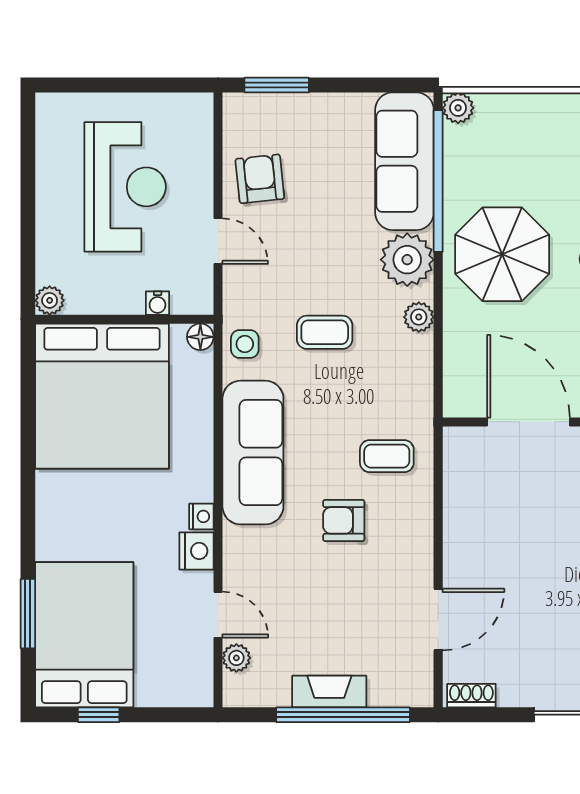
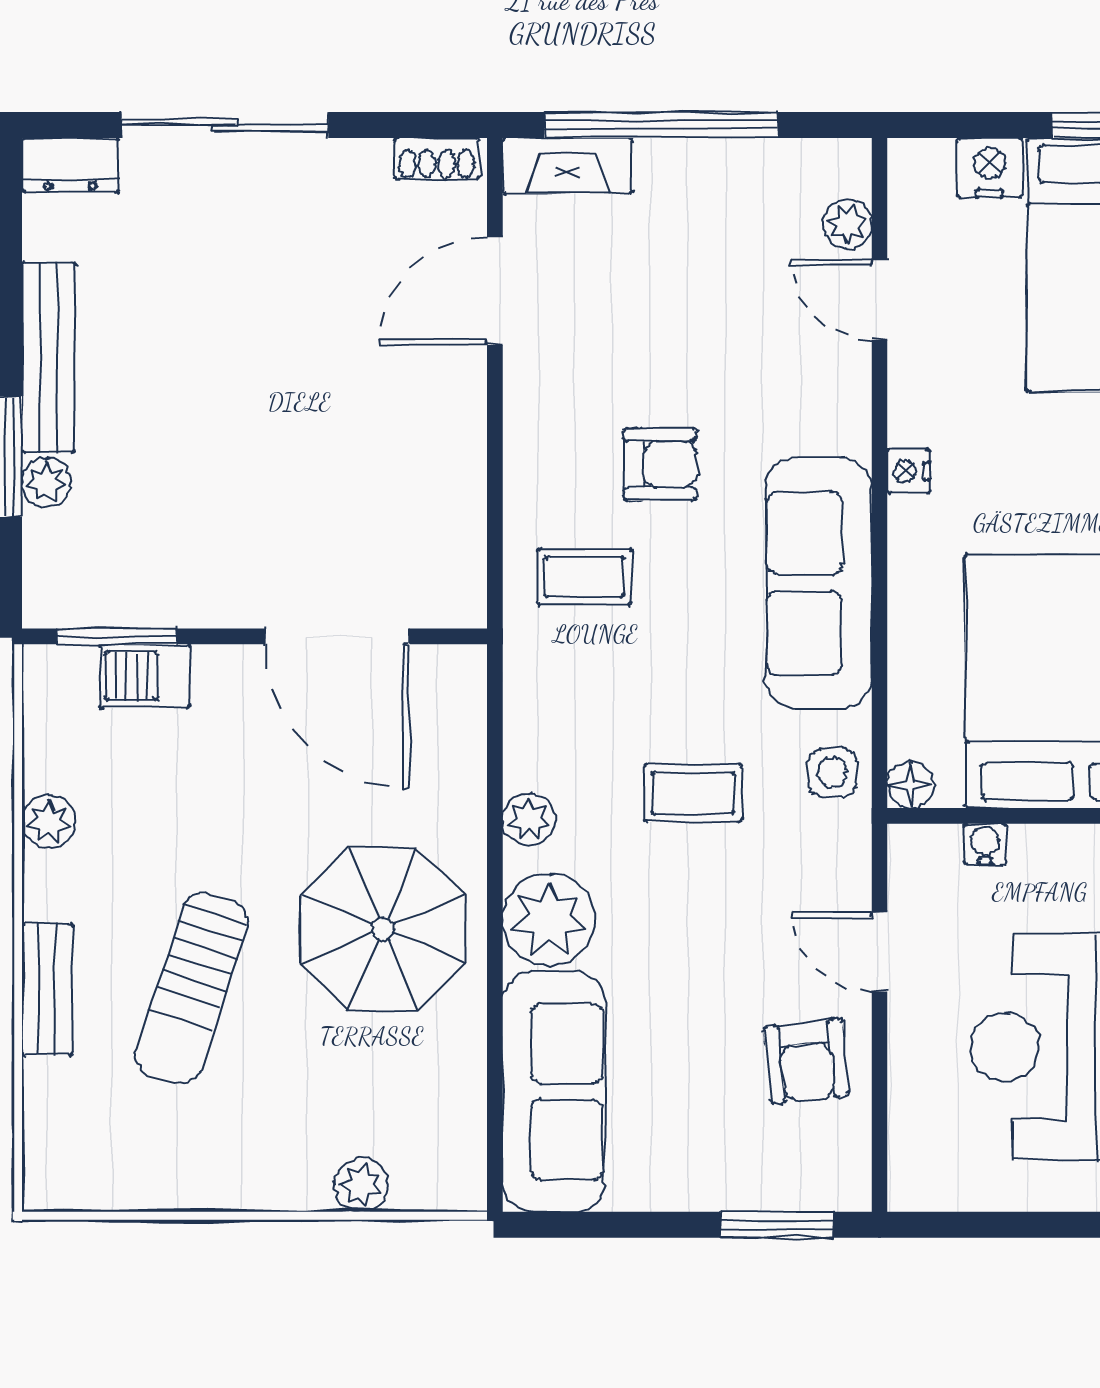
plant: (458, 108) -> (361, 1185), moved
window: (438, 181) -> (495, 1057), removed
nightstand: (196, 551) -> (990, 168), moved, turned 90
fireplace: (329, 692) -> (567, 165), moved

